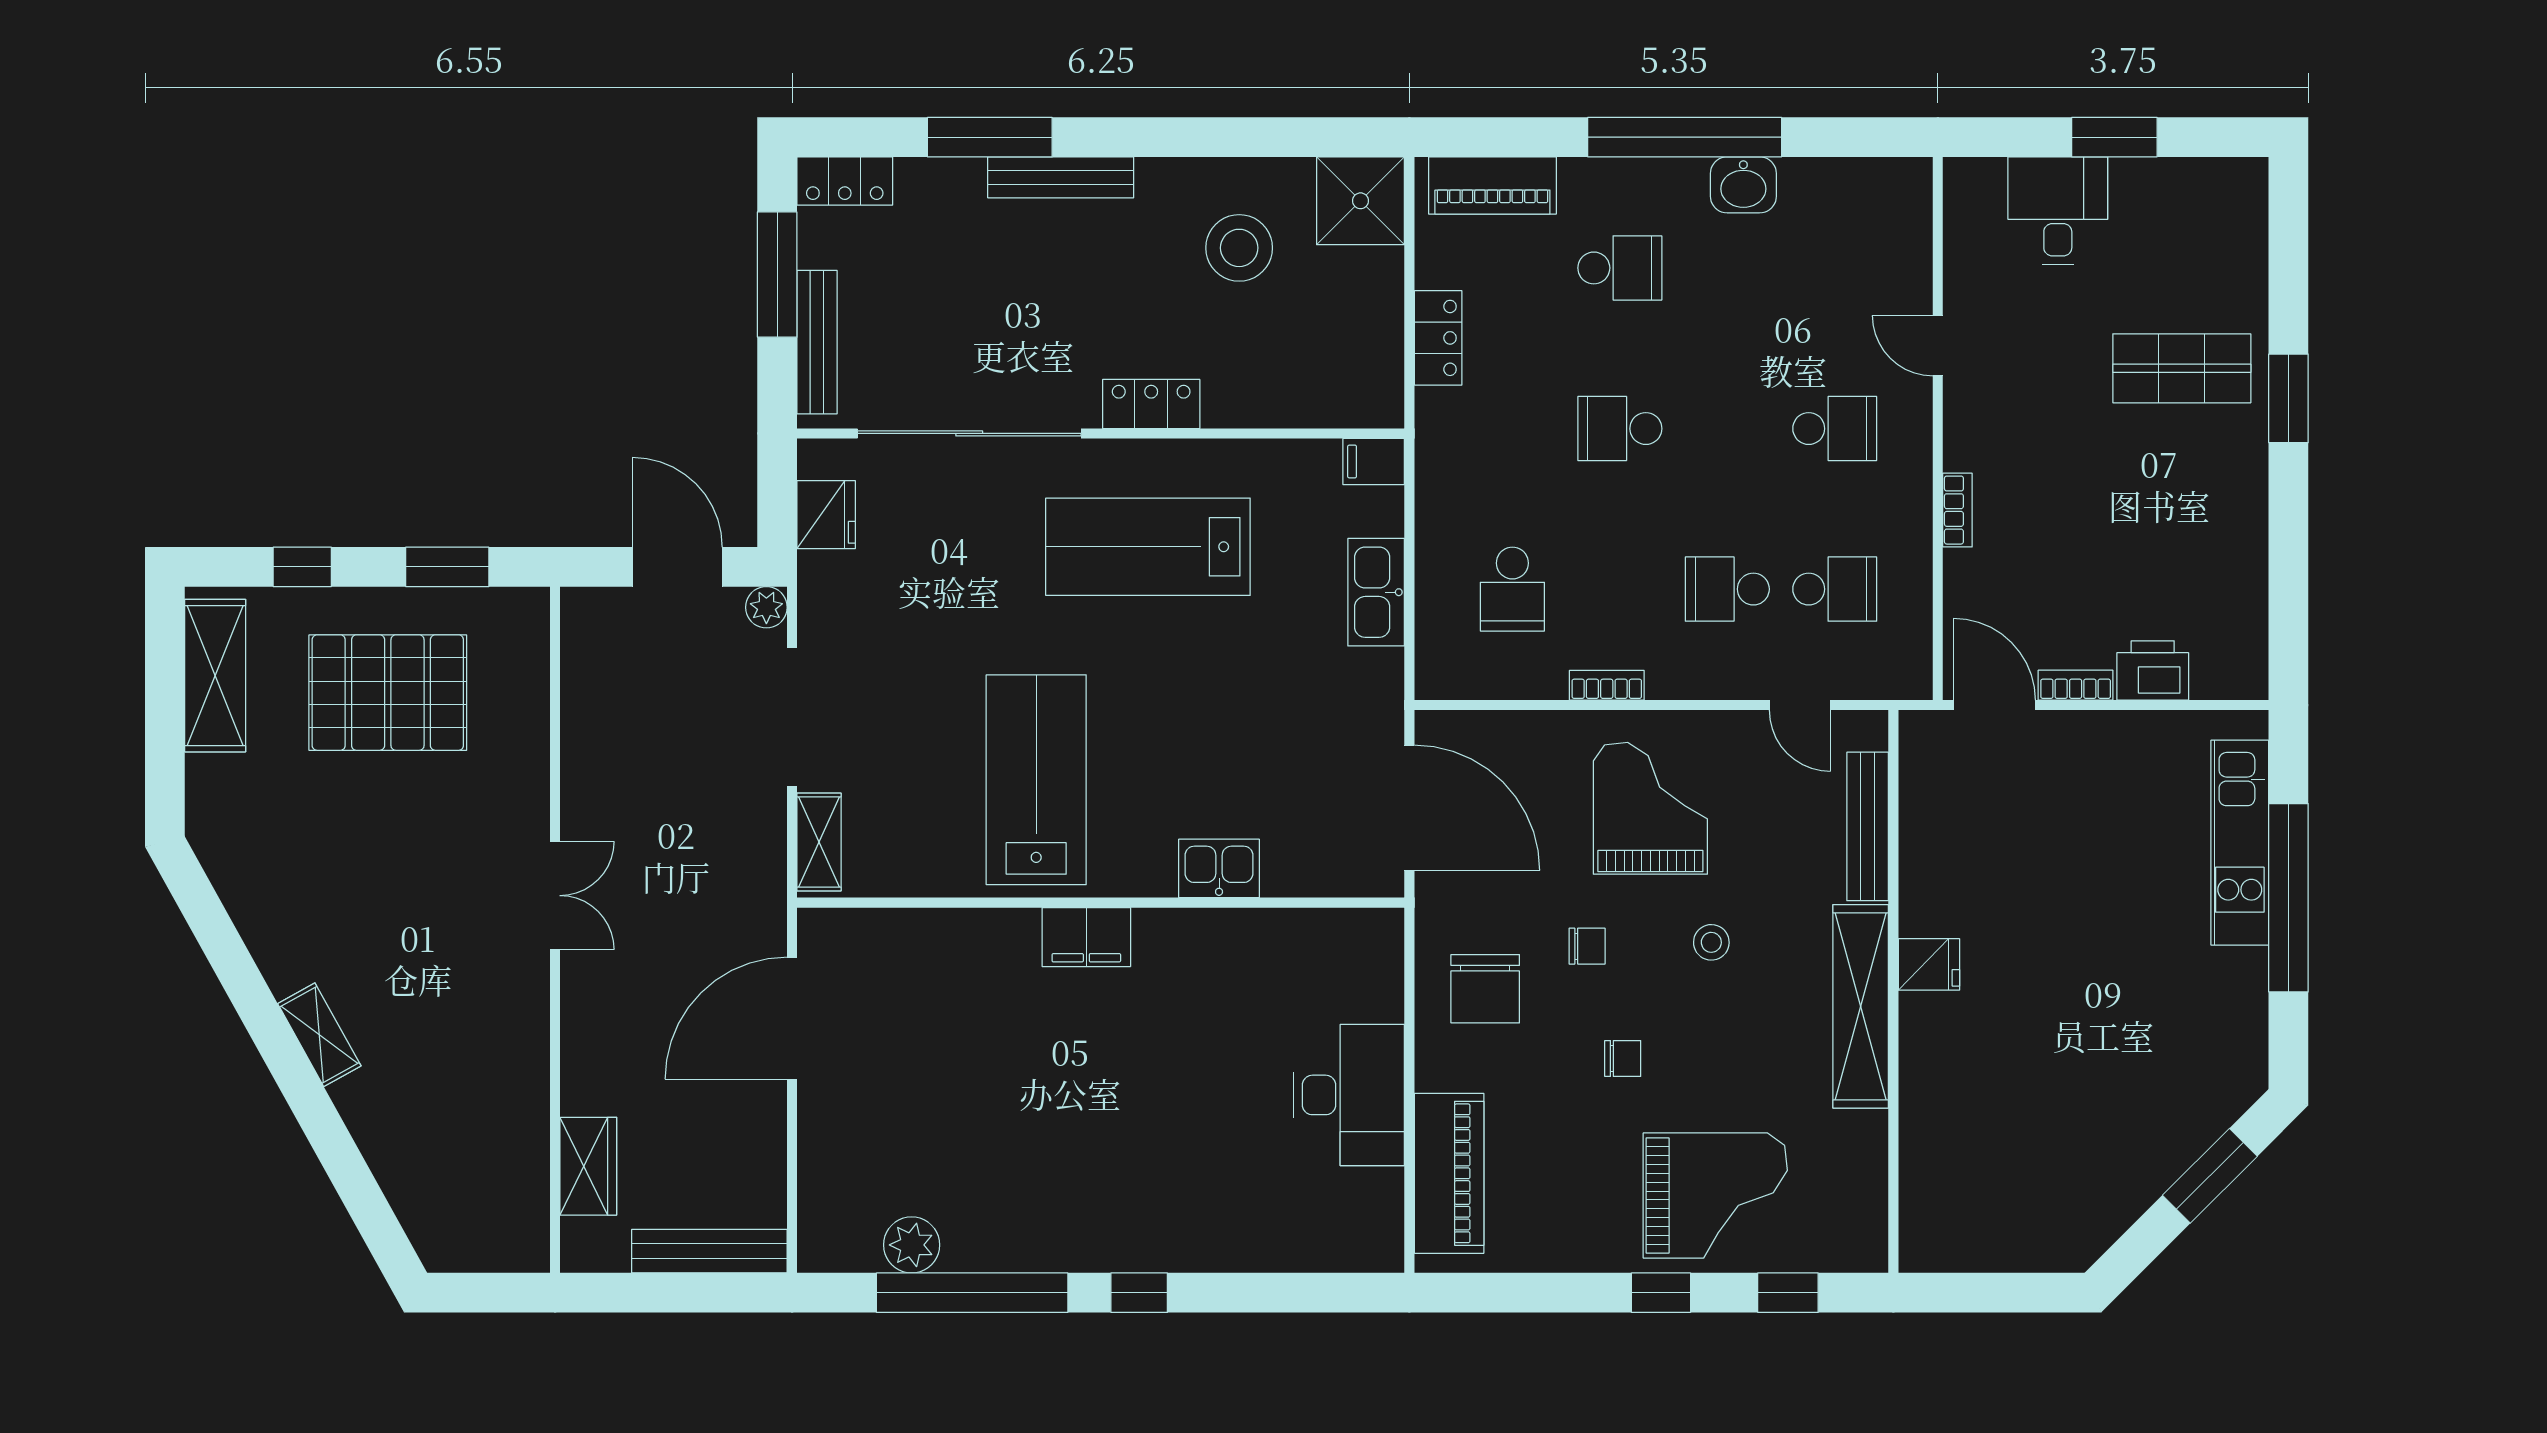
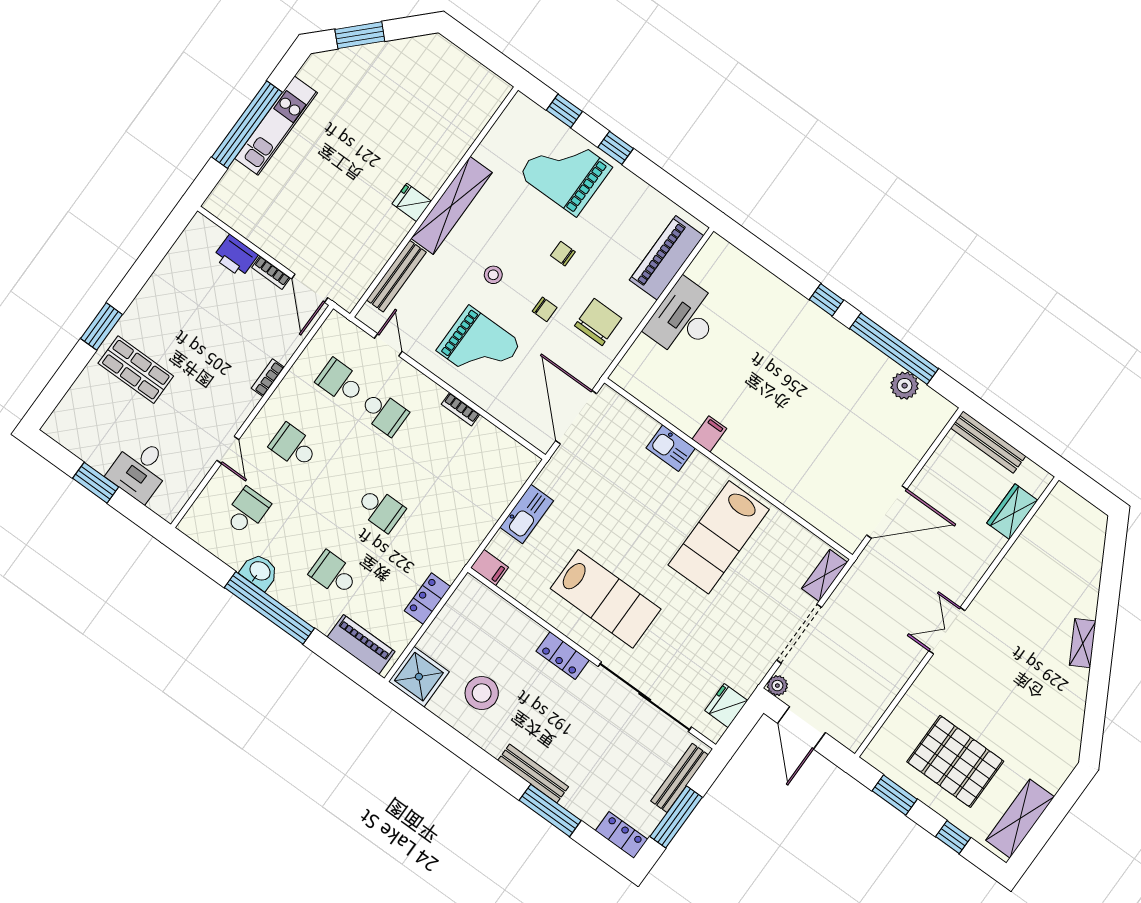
school desk: (1512, 589) -> (247, 511), moved
grand piano: (1650, 808) -> (479, 347), turned -90
kitchen unit: (2240, 843) -> (276, 126), moved
filing cabinet: (1086, 937) -> (709, 434), moved, width x0.50
chair: (1587, 946) -> (545, 309), turned 180

